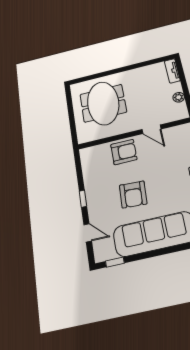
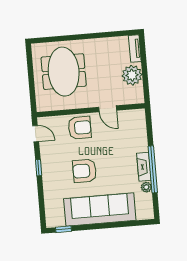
plant: (179, 97) -> (132, 75), width x1.88, depth x1.88
armchair: (133, 194) -> (85, 171), turned 87
door: (88, 233) -> (36, 134), moved

